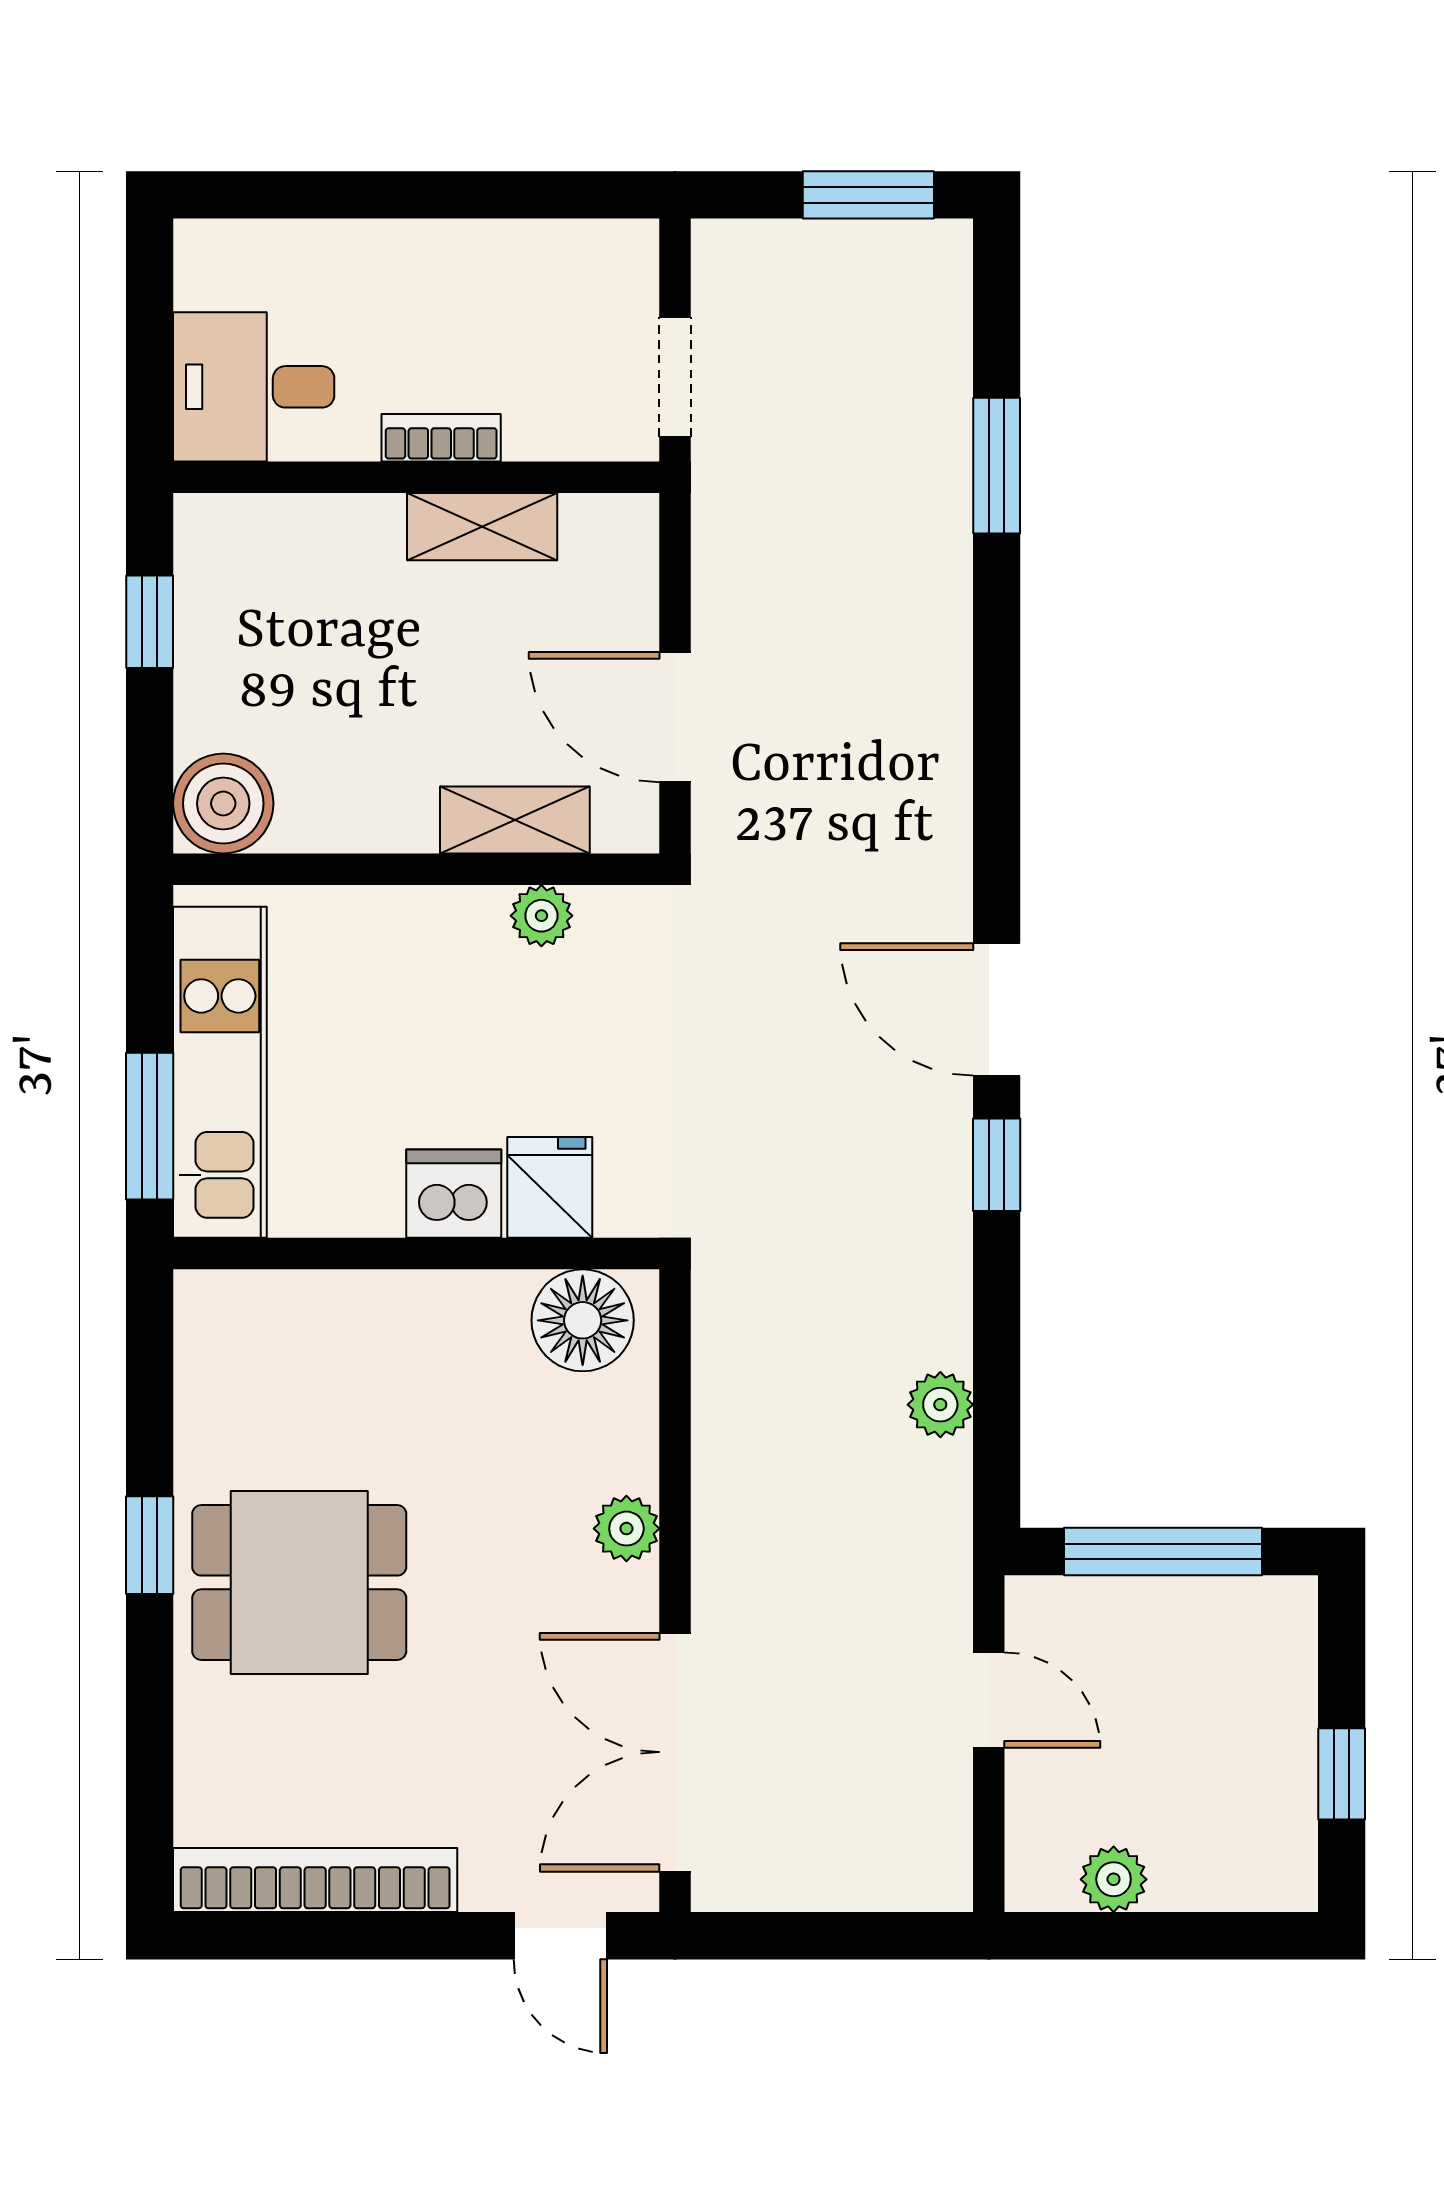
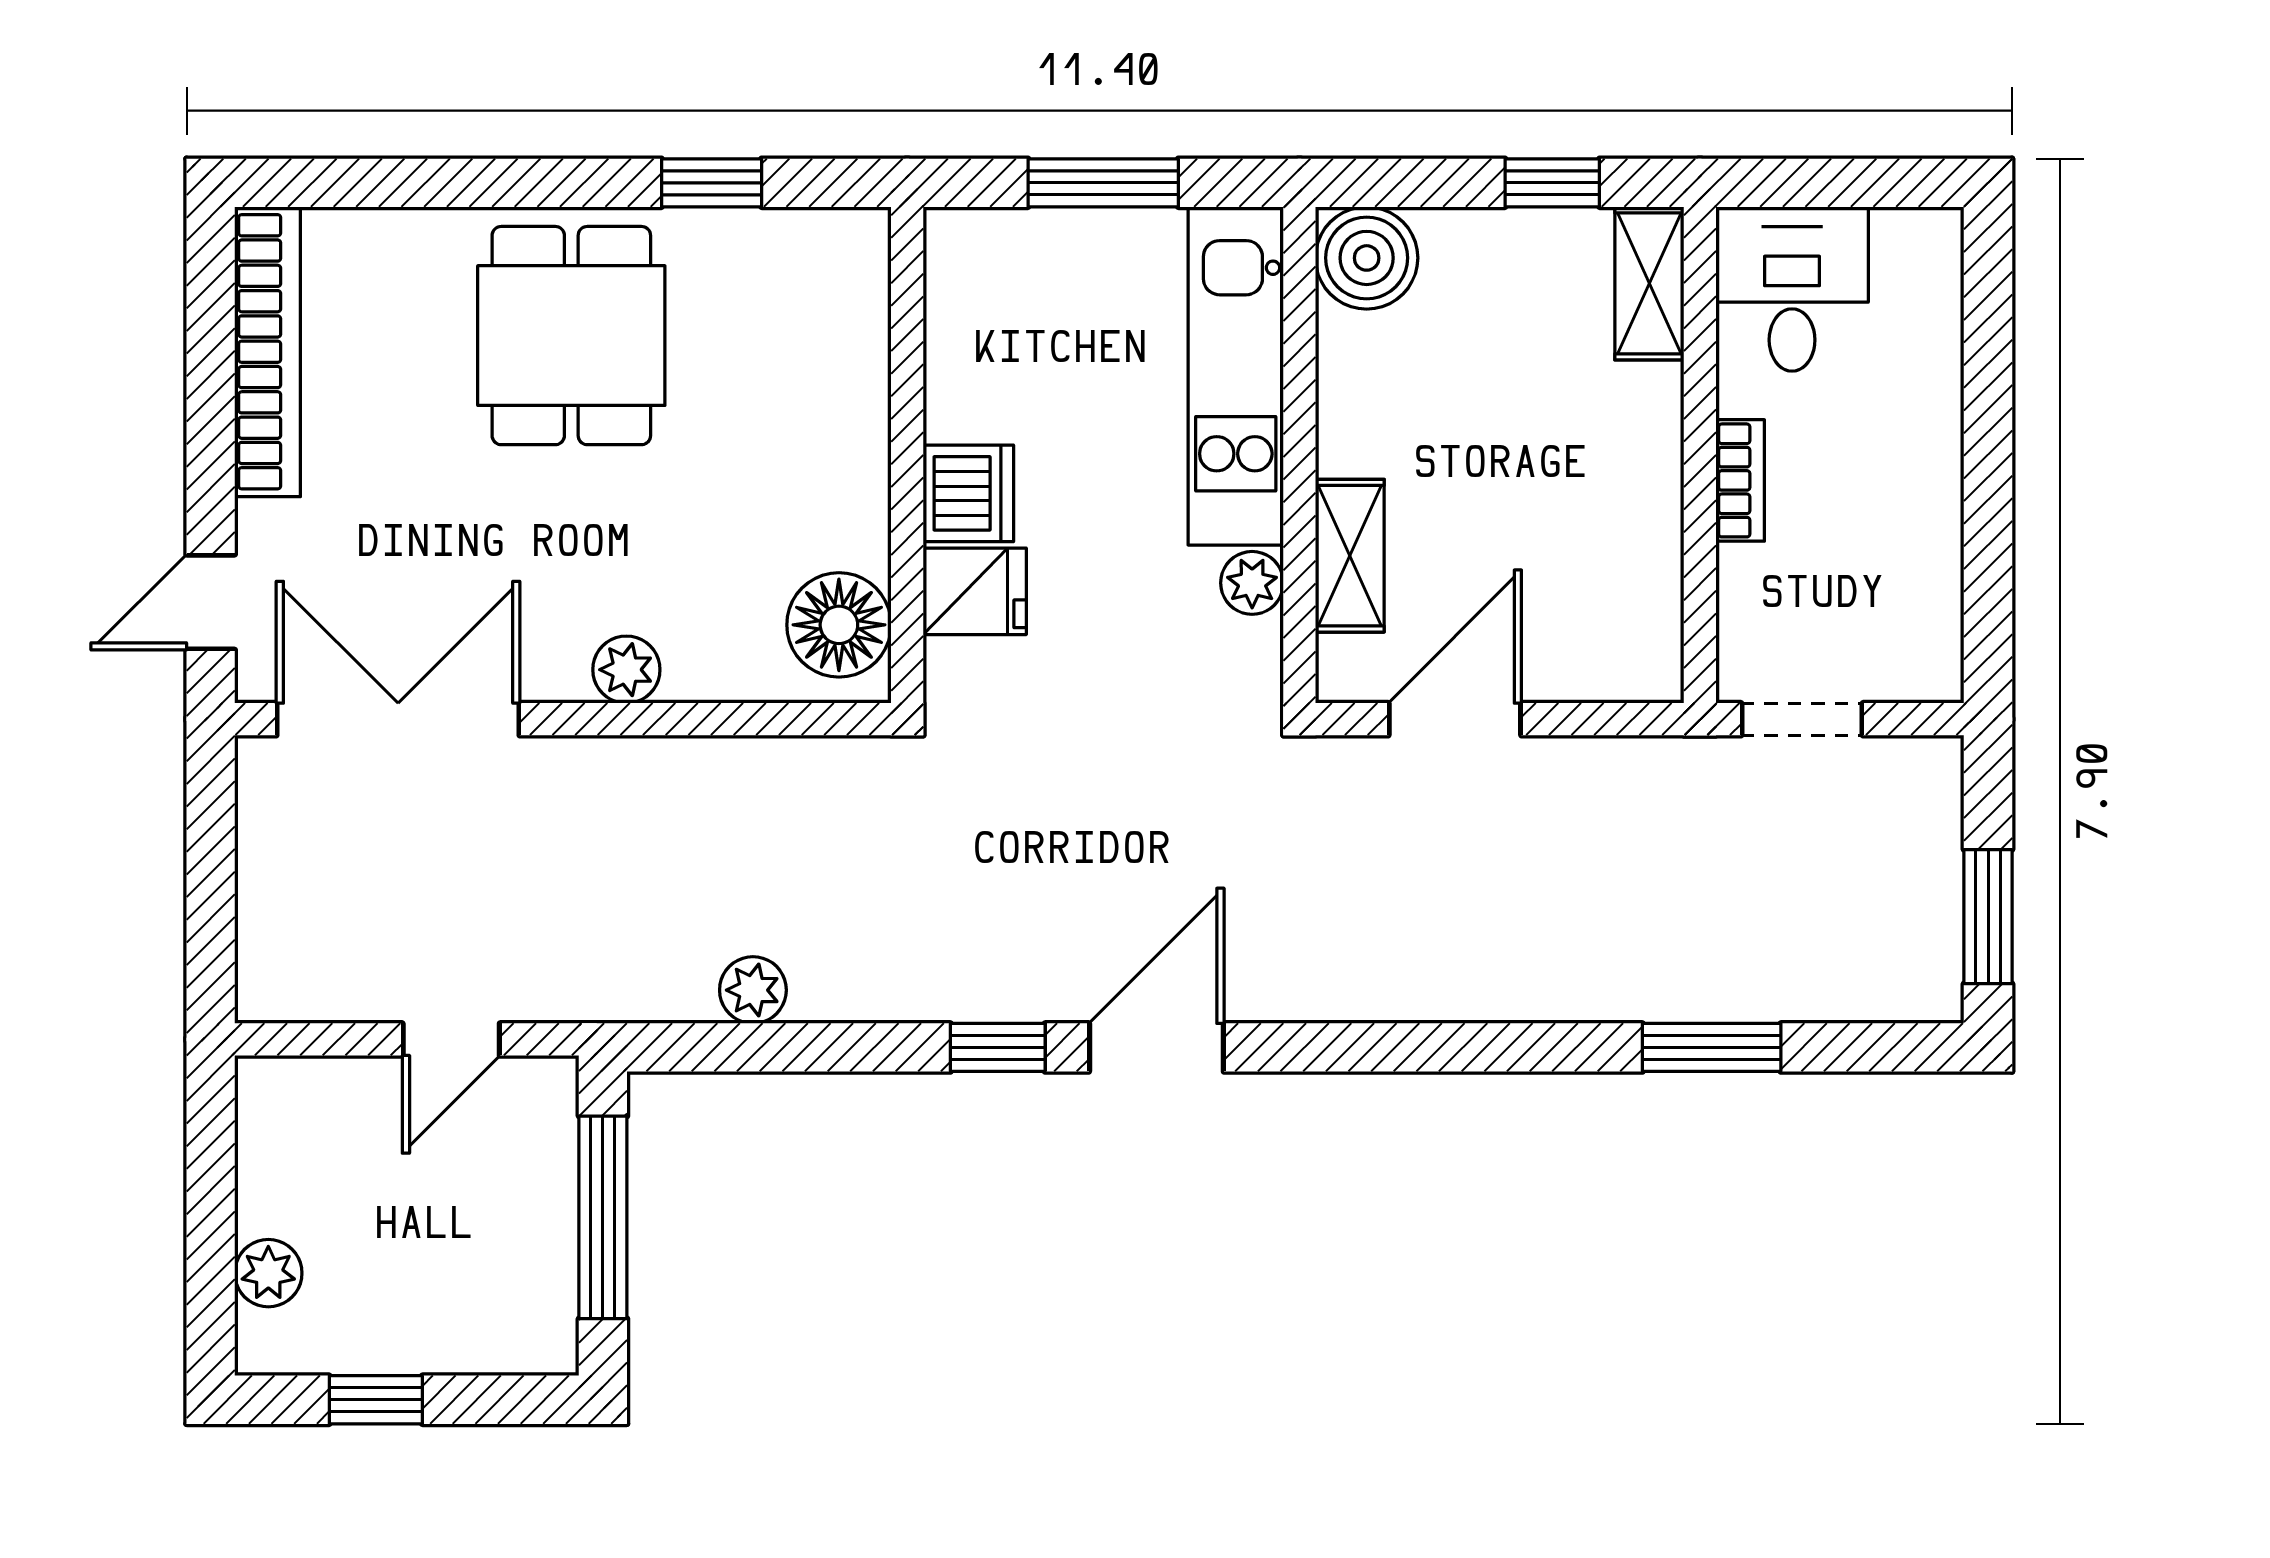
shelving: (482, 527) -> (1649, 283), moved
kitchen unit: (220, 1072) -> (1236, 376), moved, turned 90
window: (150, 1126) -> (1103, 183), moved
window: (150, 1545) -> (712, 183), moved
plant: (1114, 1879) -> (268, 1273), moved

